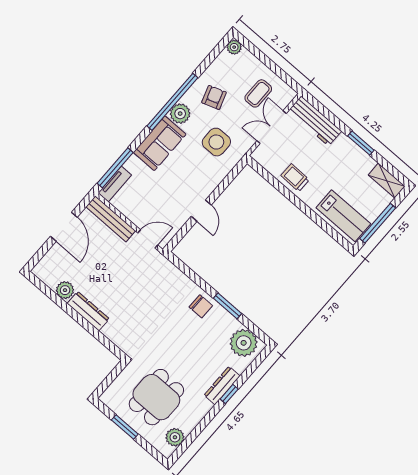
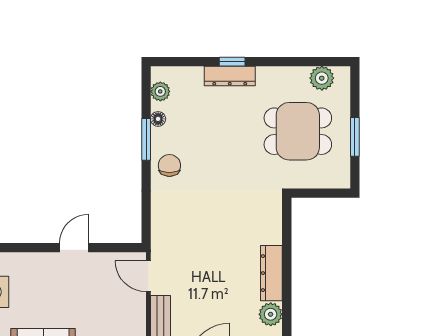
floor lamp: (233, 323) -> (158, 119), added
plant: (244, 343) -> (160, 91), width x0.53, depth x0.53

